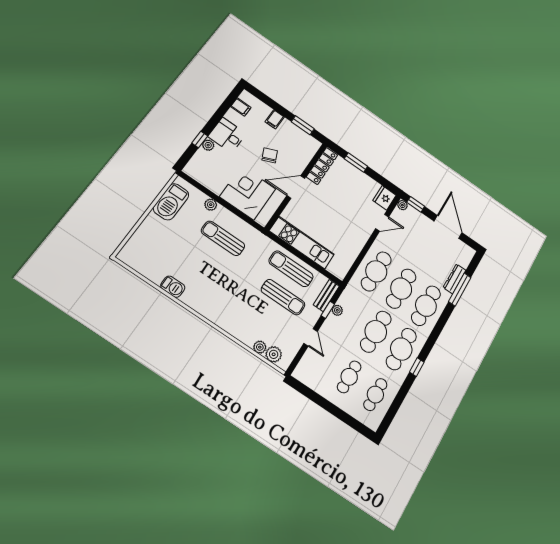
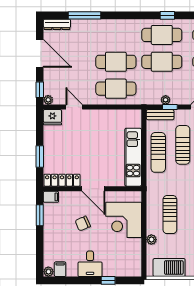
filing cabinet: (275, 119) -> (51, 197), moved
plant: (208, 145) -> (48, 272), moved
door: (448, 227) -> (40, 53), swing flipped
dresser: (455, 279) -> (57, 24), moved
cafe table: (426, 306) -> (116, 35), removed

